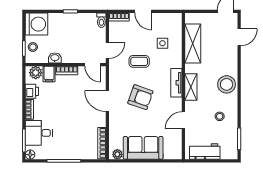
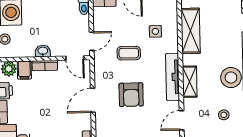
washbasin: (55, 58) -> (43, 51), moved
tv unit: (176, 83) -> (173, 77), width x1.41
armchair: (140, 97) -> (131, 95), turned 71
door: (107, 101) -> (93, 100), hinge flipped

